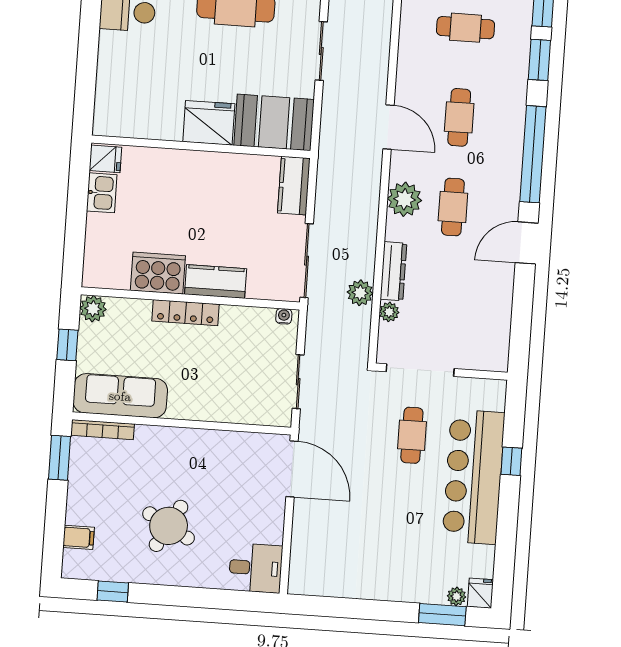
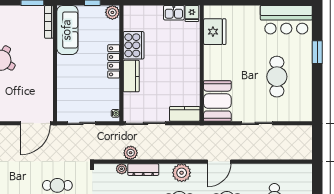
fridge: (209, 123) -> (215, 32), moved

